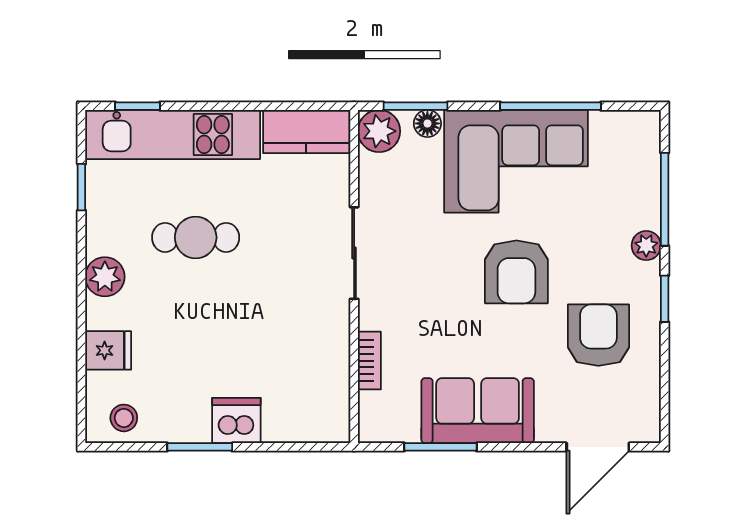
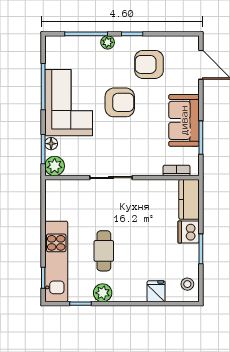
kitchen counter: (306, 132) -> (189, 199), moved, turned 180
plant: (105, 277) -> (103, 293), moved
bookcase: (369, 361) -> (177, 170), moved

